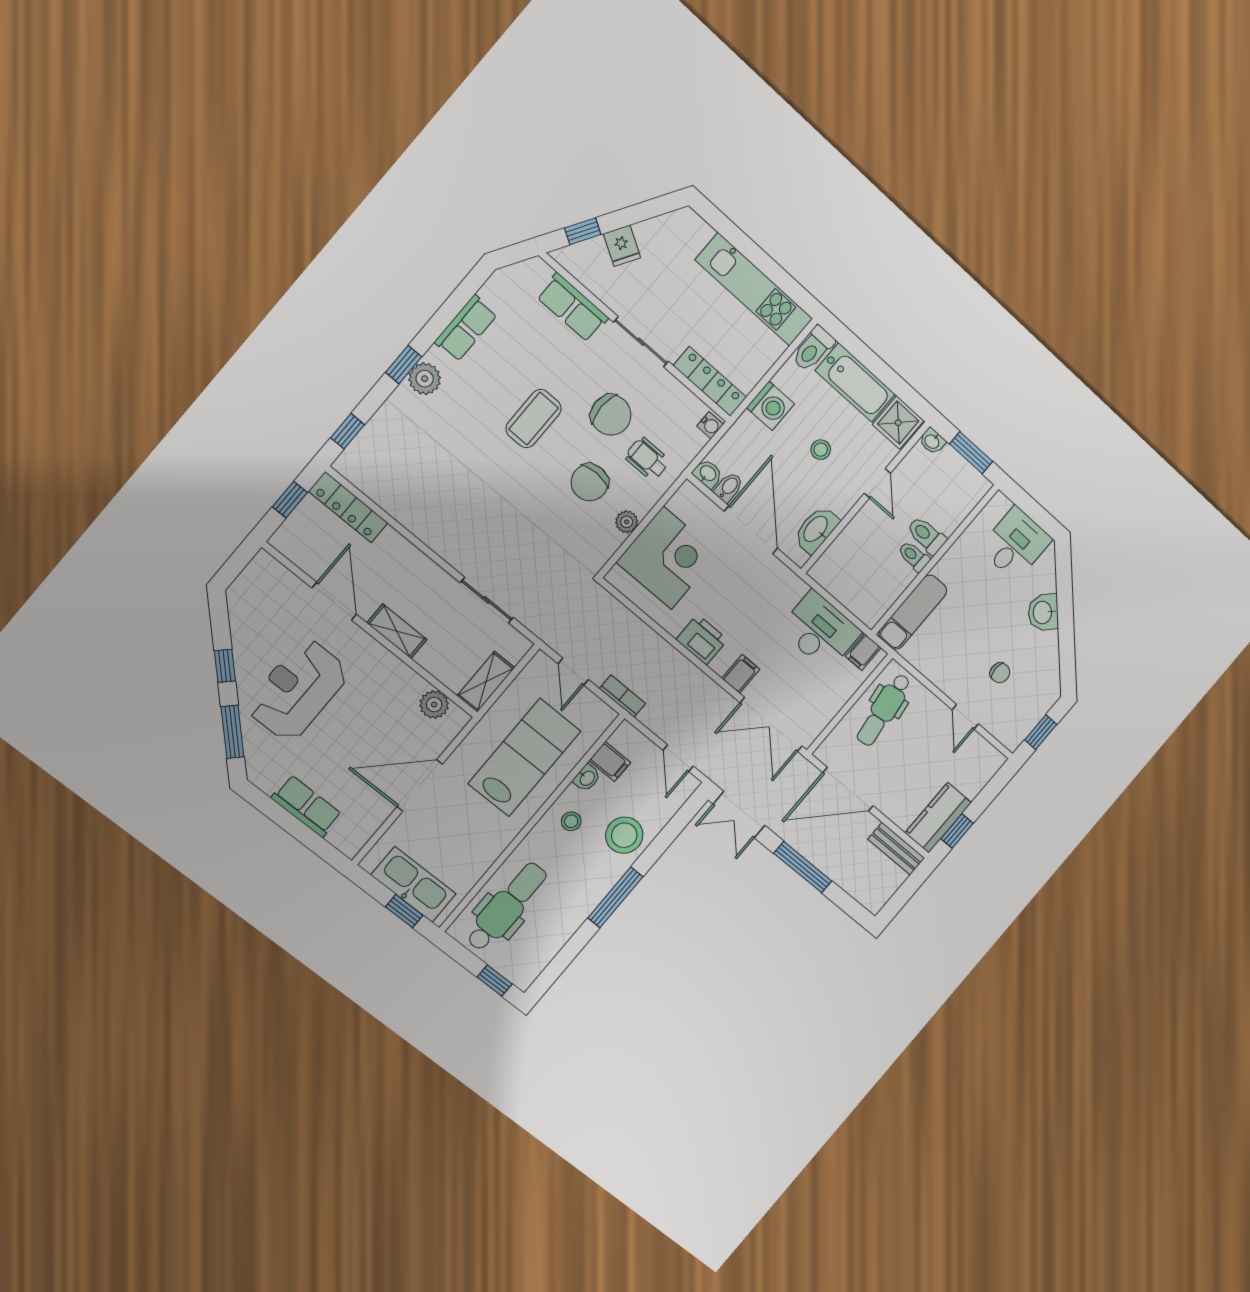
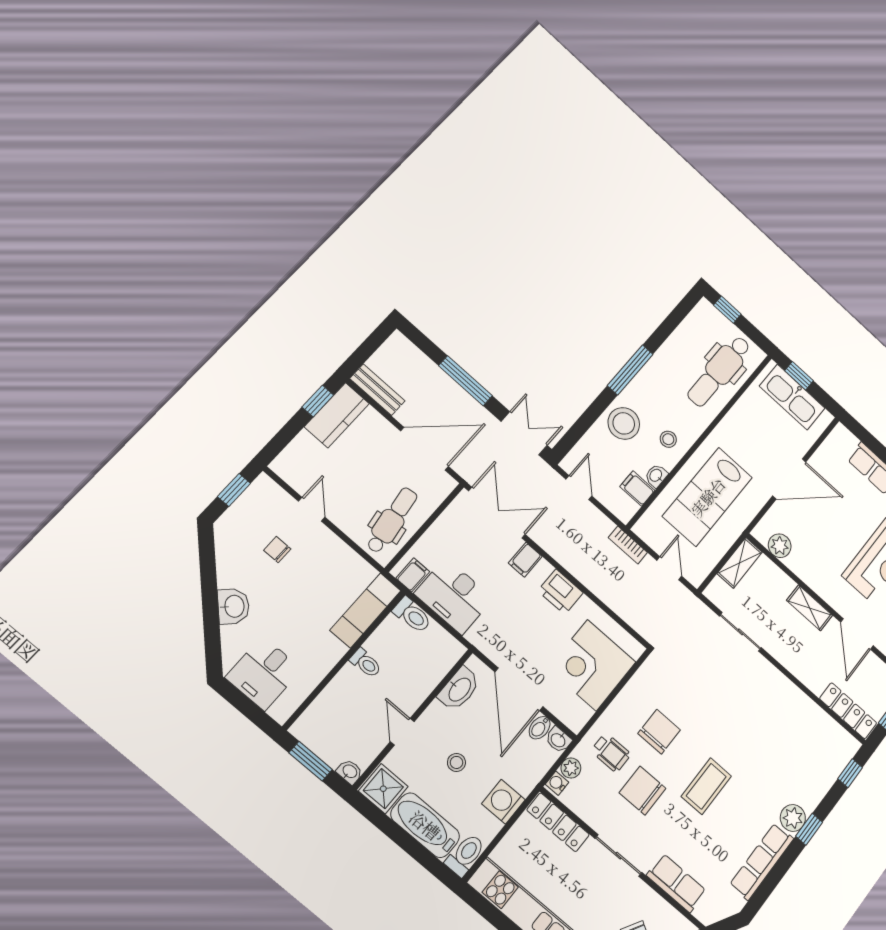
row of seats: (466, 328) -> (762, 861), width x1.48
plant: (627, 522) -> (571, 768), moved
toilet: (926, 535) -> (412, 615), moved

